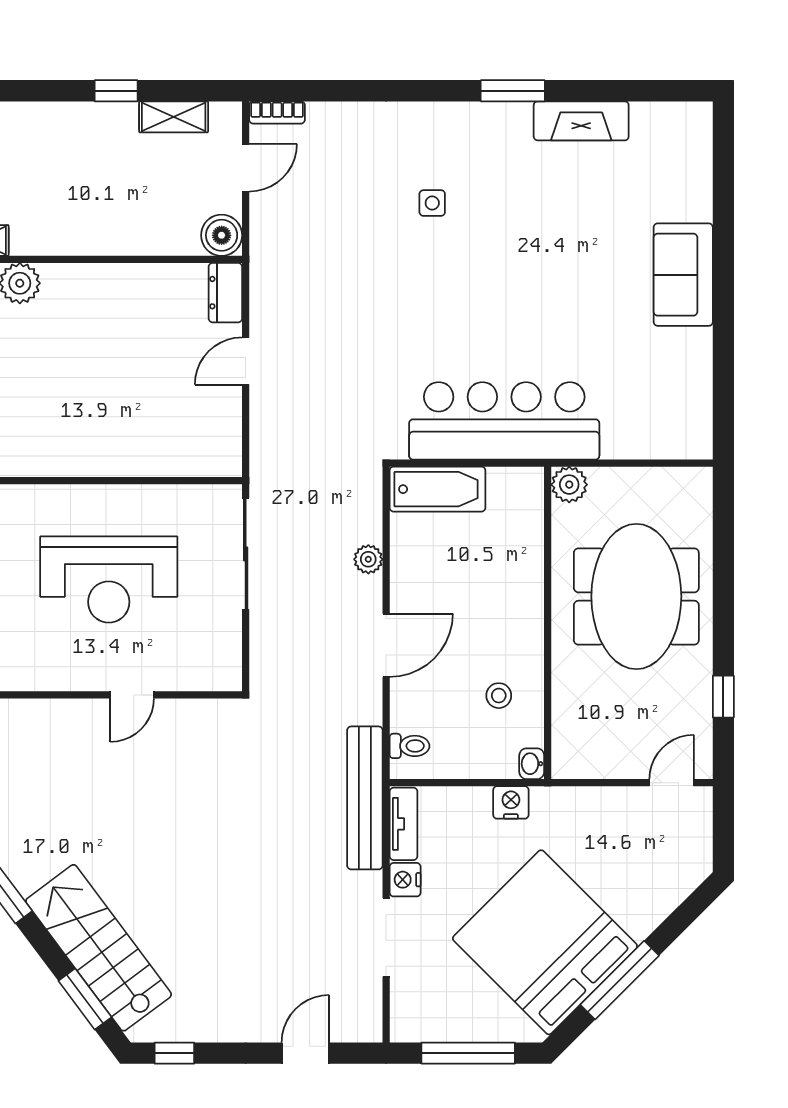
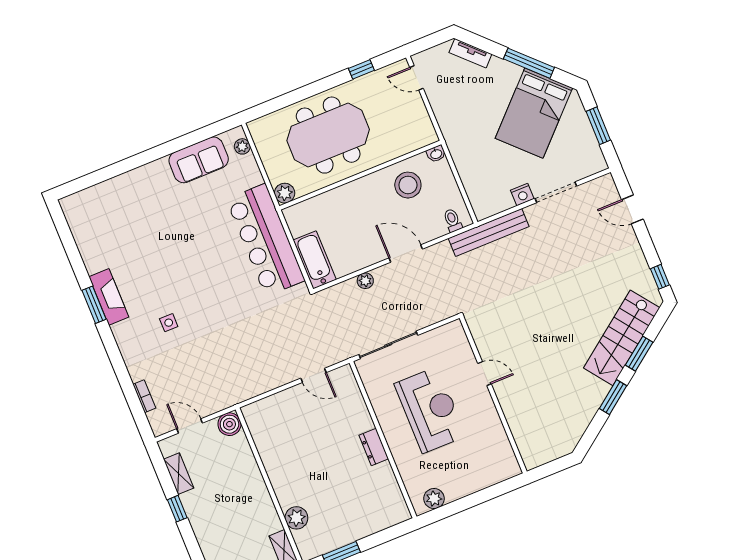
bookcase: (277, 112) -> (144, 396), moved
fireplace: (581, 121) -> (109, 297), moved
sofa: (683, 275) -> (199, 160), moved
dresser: (225, 293) -> (374, 447), moved, turned 90
door: (246, 361) -> (314, 375), moved
plant: (676, 446) -> (242, 146), added
stool: (499, 696) -> (408, 185), width x1.89, depth x1.89
nightstand: (511, 802) -> (460, 156), removed
tv unit: (404, 824) -> (470, 53), moved, turned -135
bed: (545, 942) -> (534, 113), width x0.73
window: (85, 999) -> (639, 354), moved
window: (468, 1053) -> (598, 126), width x0.69

